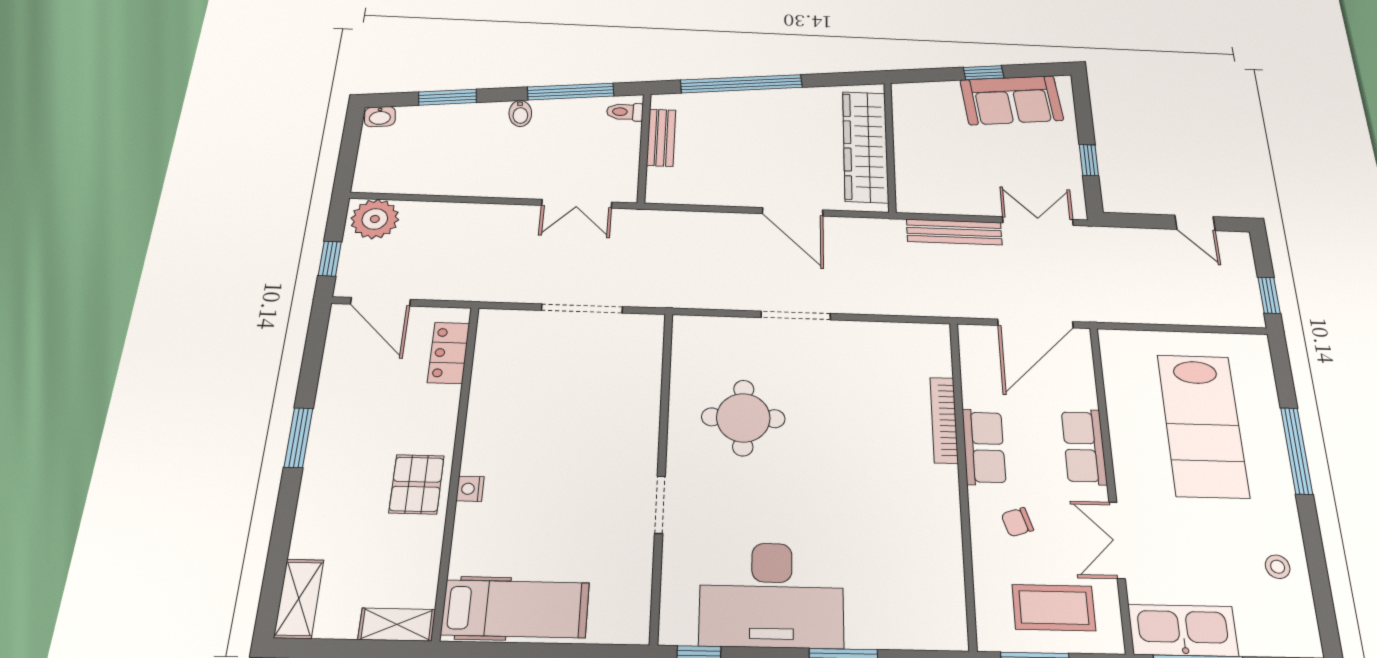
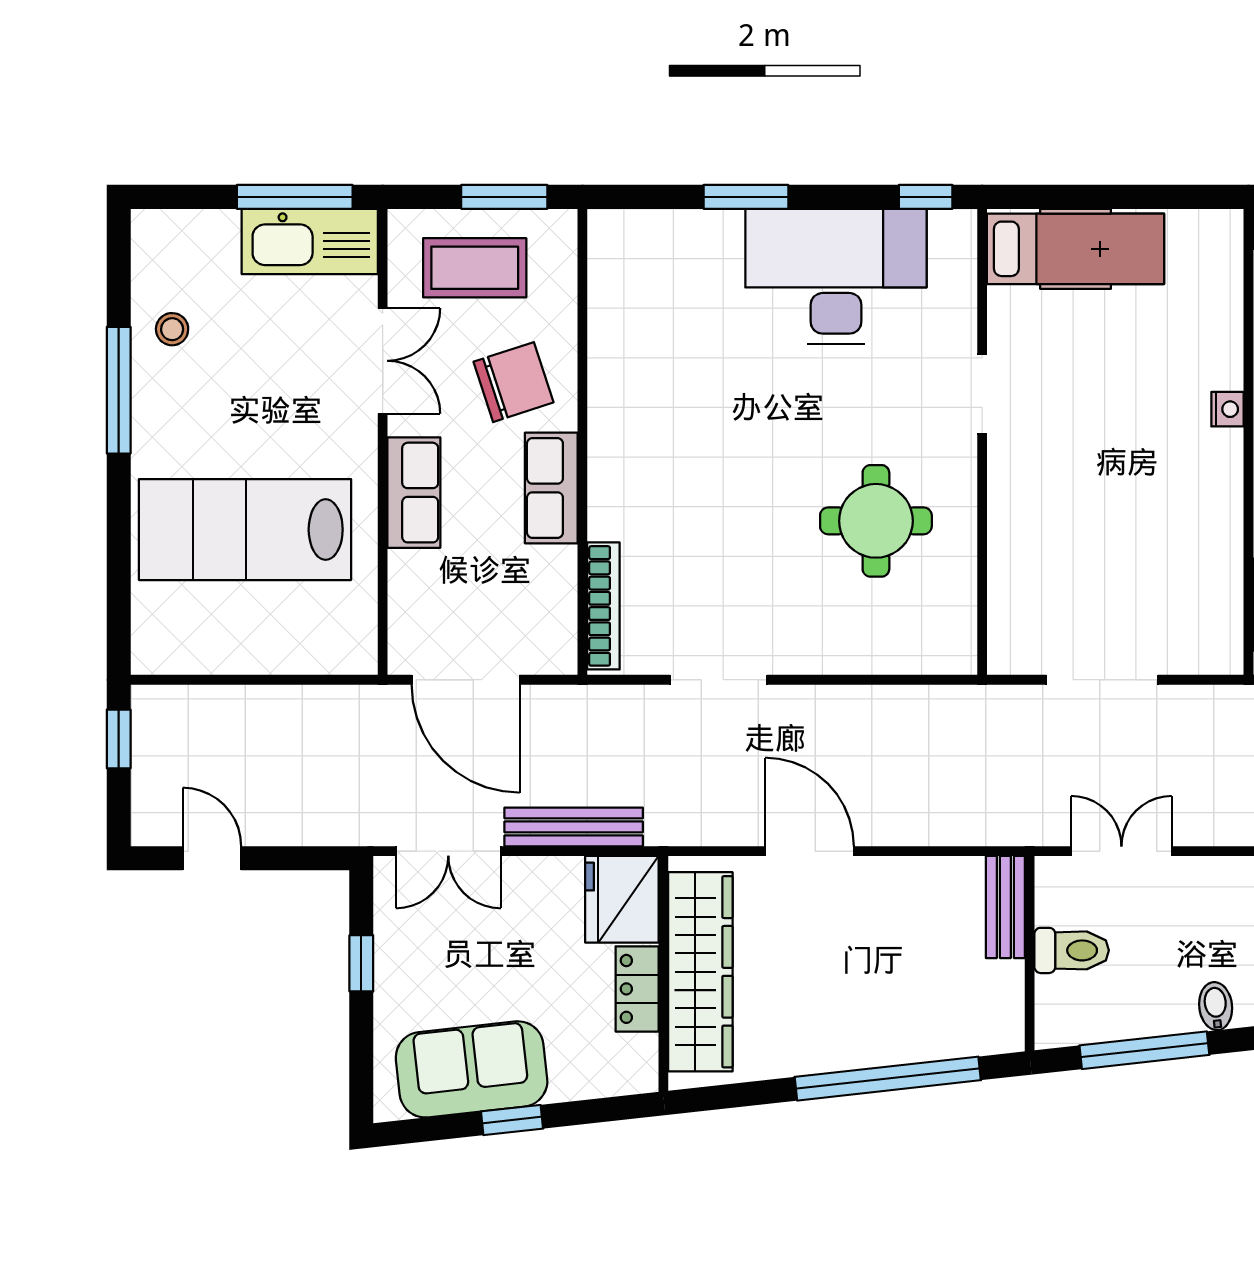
toilet: (625, 112) -> (1072, 950), moved, width x1.37, depth x1.39
bench: (661, 138) -> (1005, 907), moved
locker: (907, 139) -> (637, 989), added
fridge: (919, 189) -> (622, 899), added
doorway: (796, 316) -> (718, 680), moved
door: (1035, 324) -> (466, 680), swing flipped
bookcase: (944, 420) -> (603, 606), moved
lab bench: (1203, 425) -> (245, 530), turned -90
window: (1297, 451) -> (119, 390), moved
chair: (1017, 522) -> (514, 382), width x1.87, depth x1.87
hospital bed: (515, 609) -> (1075, 249), moved, turned 180

